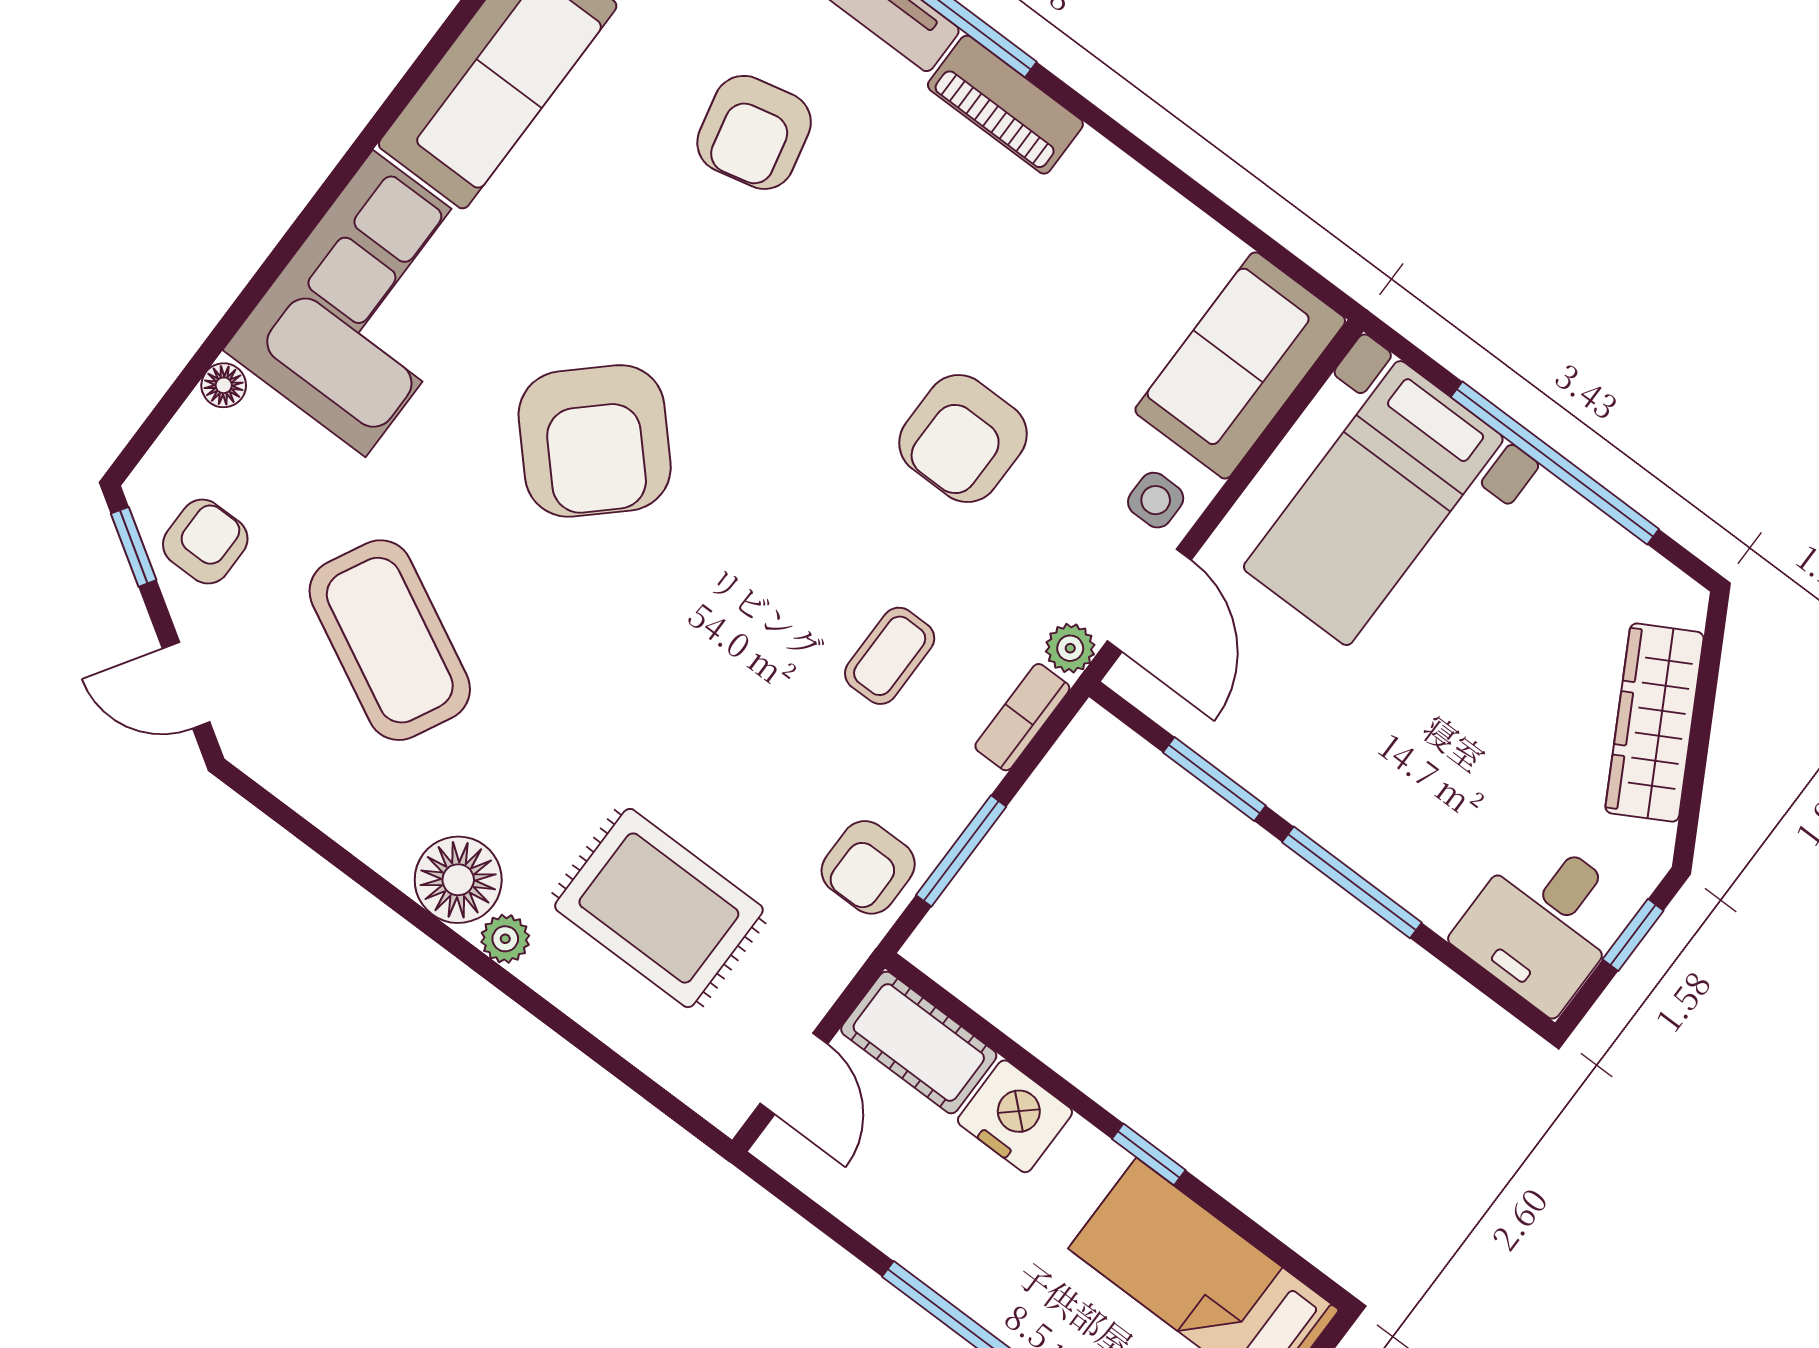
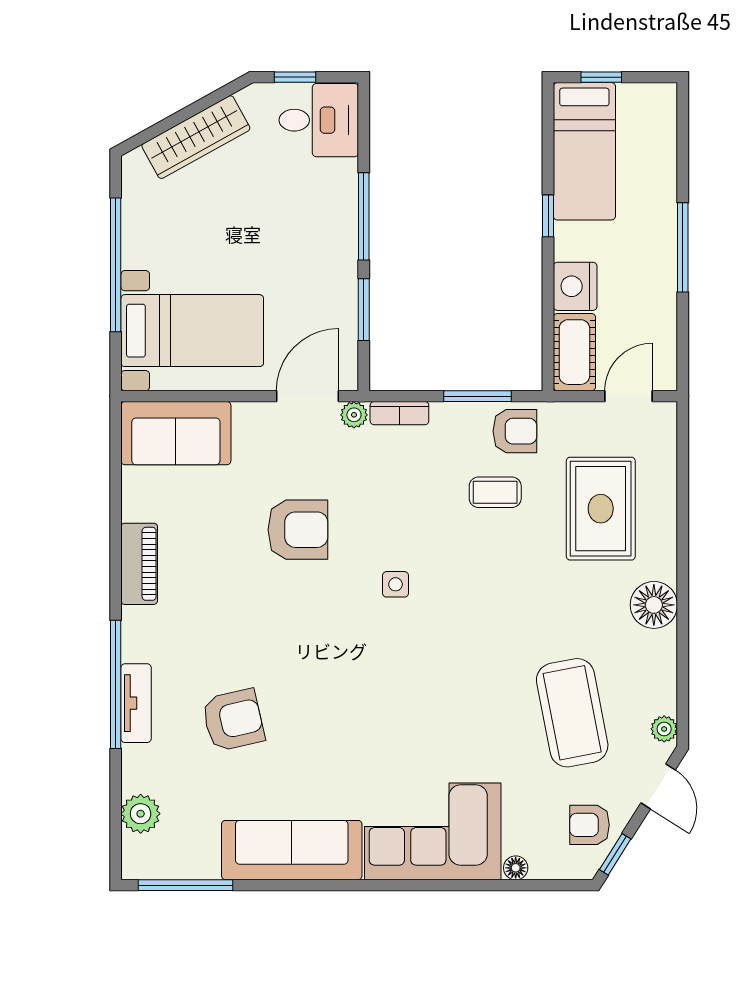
piano: (1005, 105) -> (139, 564), moved
armchair: (595, 441) -> (419, 689), removed
side table: (1156, 500) -> (396, 584), moved
coffee table: (390, 640) -> (572, 713), turned -38
coffee table: (890, 656) -> (495, 492), moved
plant: (505, 939) -> (664, 729), moved

